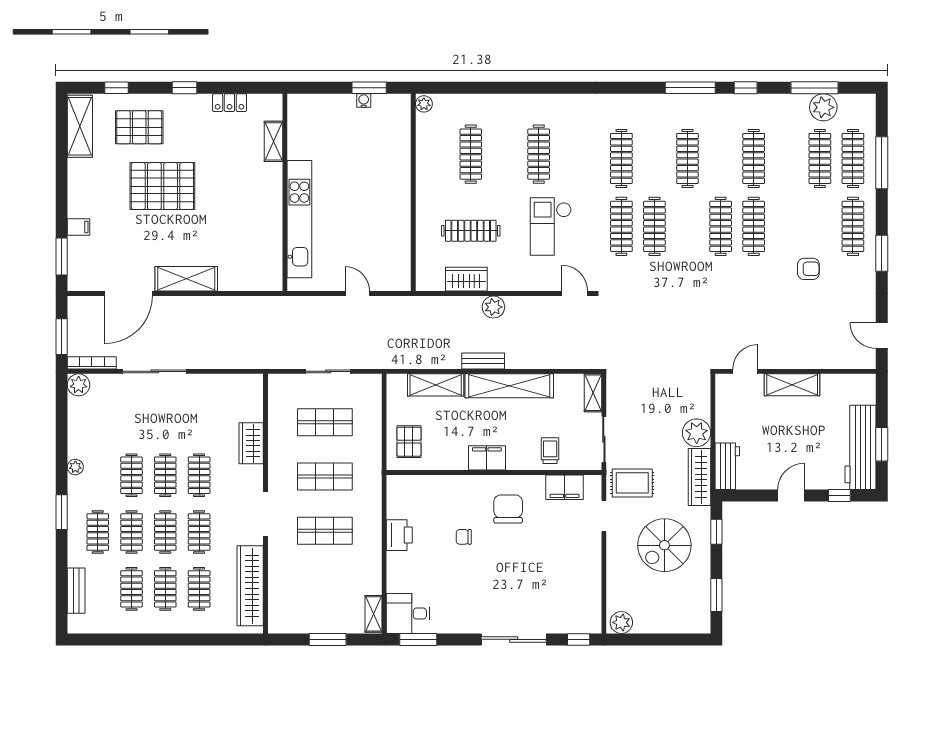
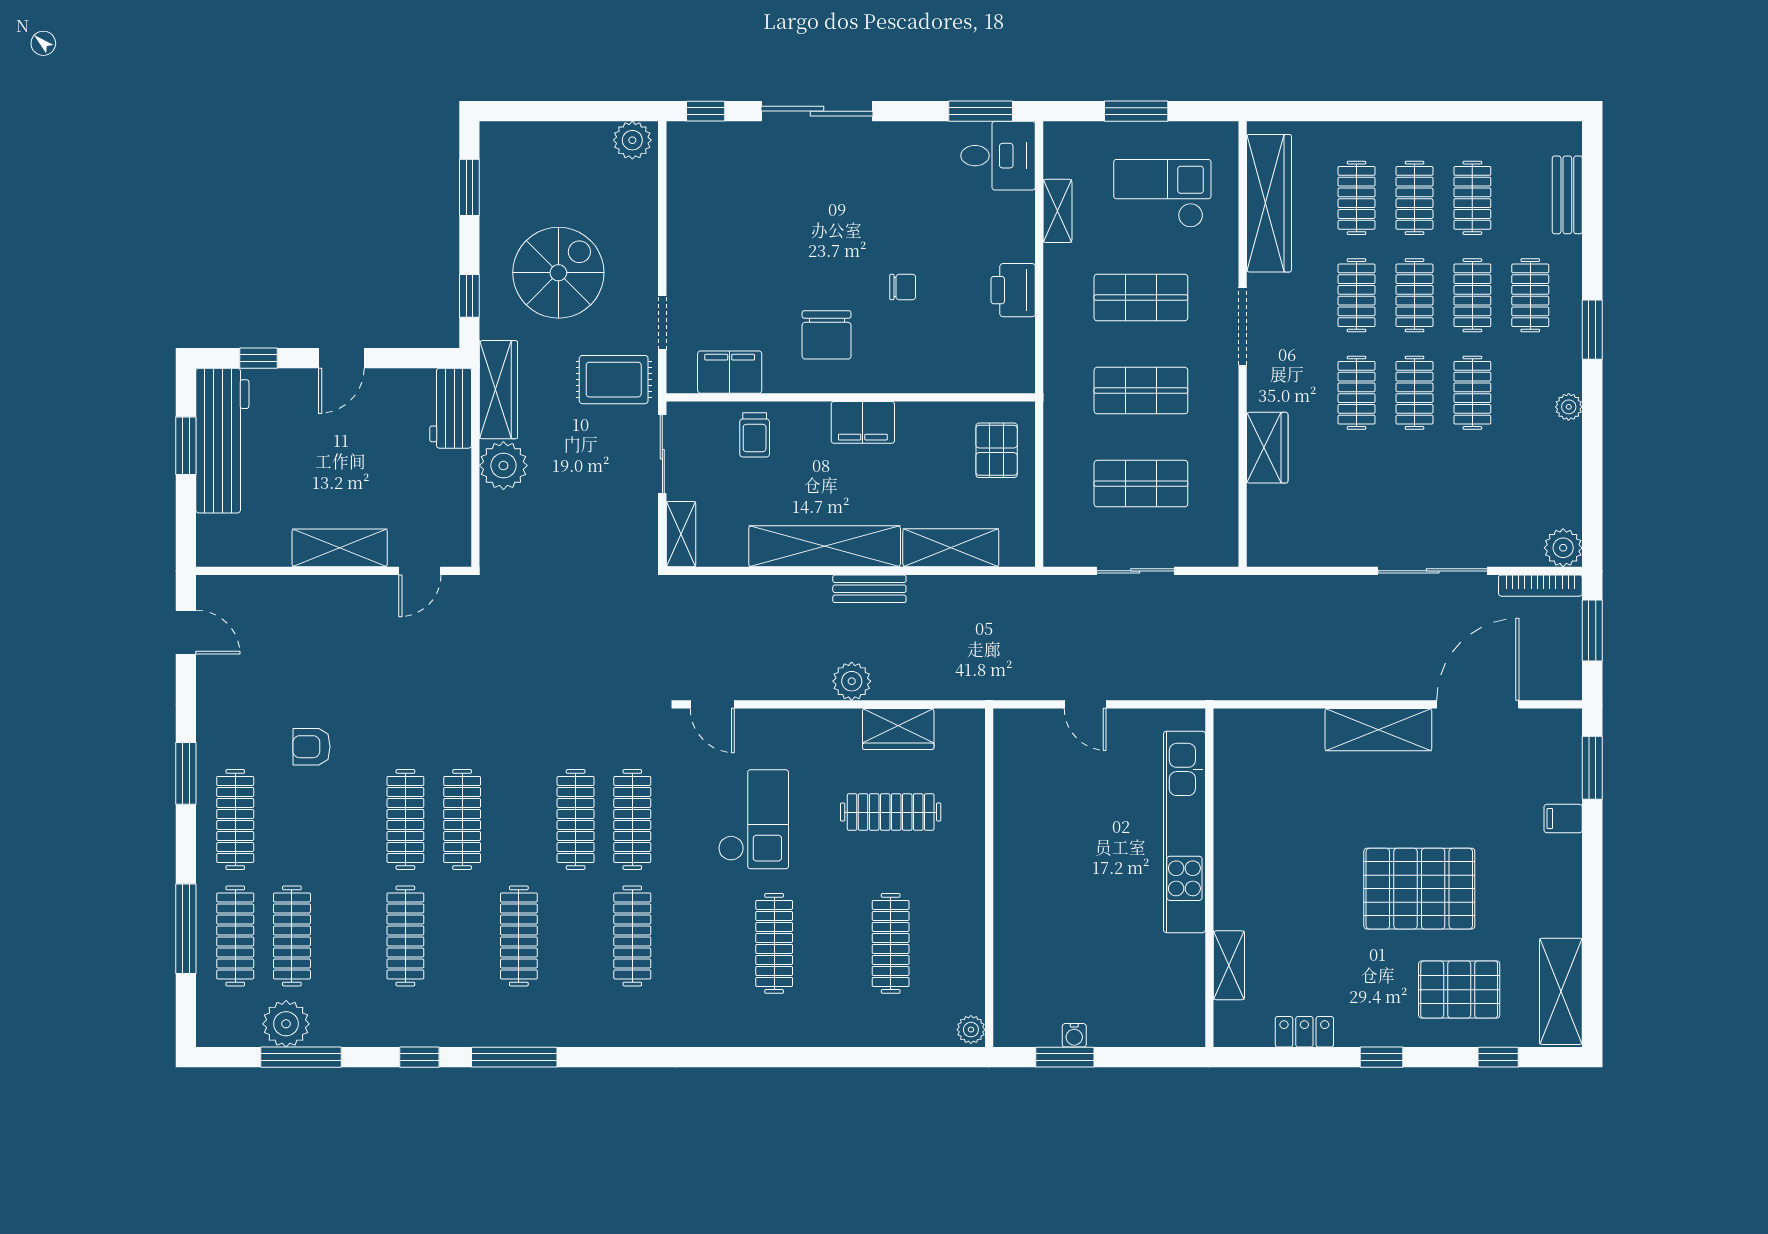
checkout: (312, 591) -> (1162, 193), added
shelving: (373, 614) -> (1057, 211), moved

